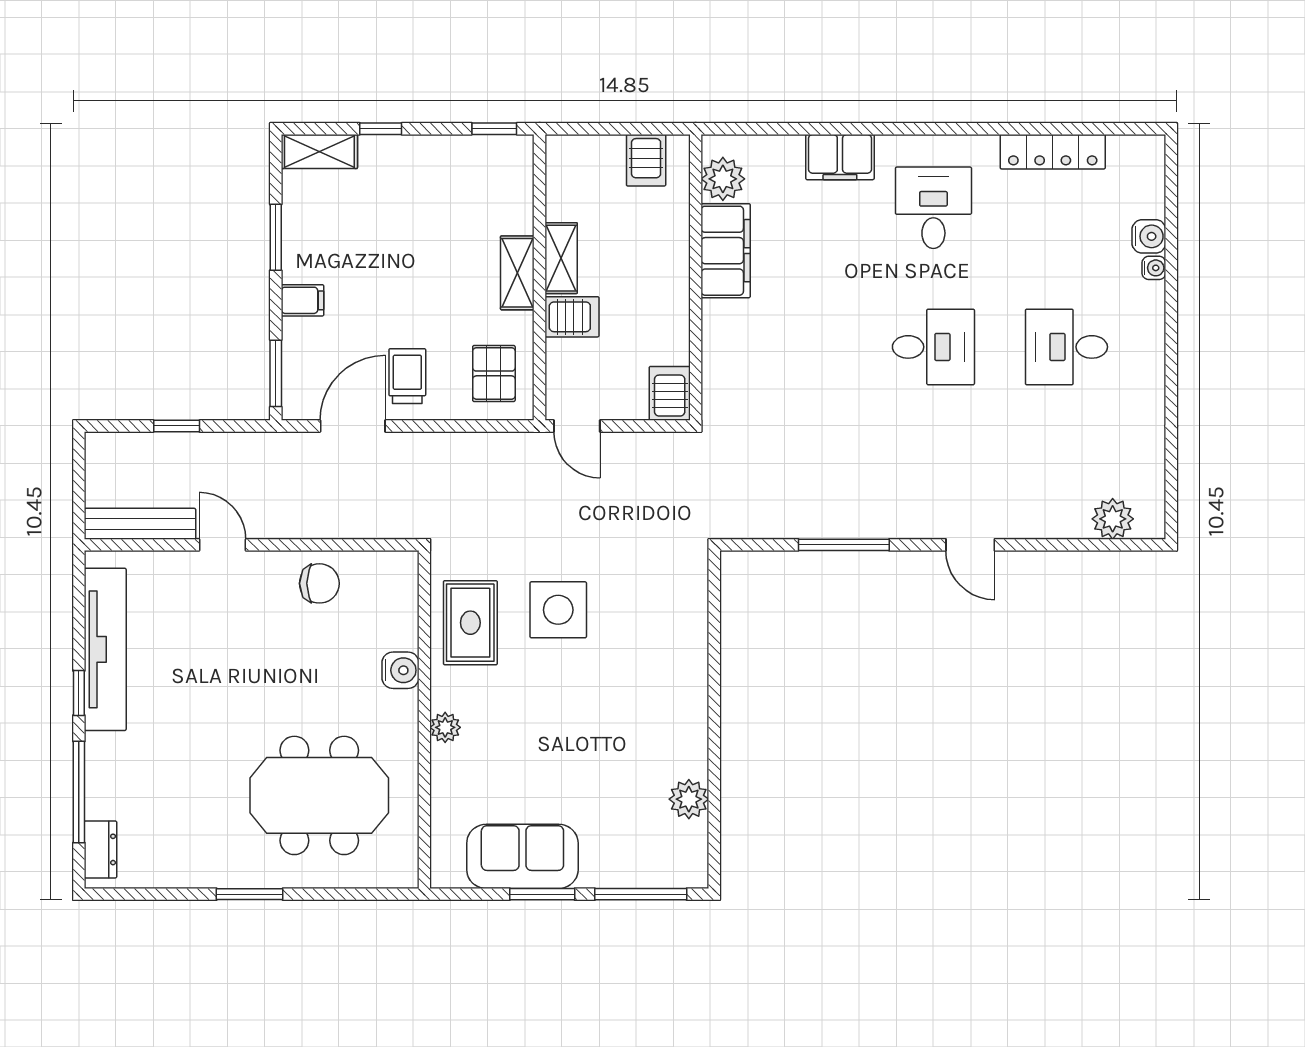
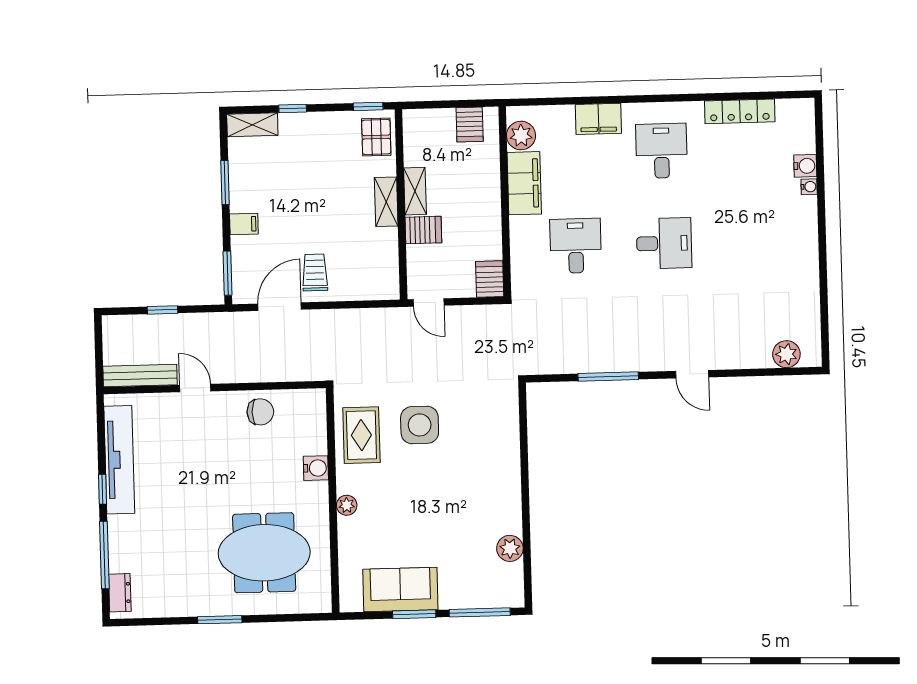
desk: (1066, 347) -> (576, 246), moved, turned 90
pallet: (494, 373) -> (376, 137), moved

